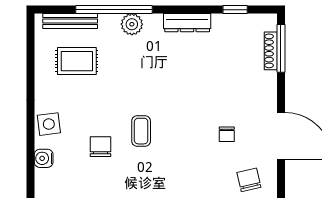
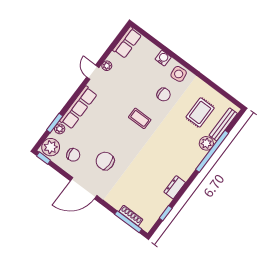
dresser: (187, 23) -> (175, 187), width x0.70
plant: (132, 24) -> (206, 143), moved
chair: (227, 134) -> (105, 161), width x1.87, depth x1.87
chair: (101, 147) -> (164, 95), moved

